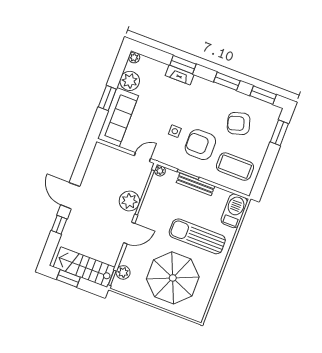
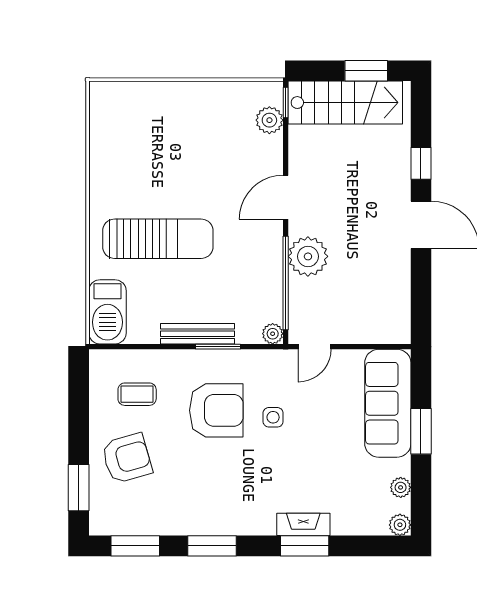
plant: (130, 81) -> (401, 487), width x0.53, depth x0.53
armchair: (239, 123) -> (127, 458), moved
coffee table: (235, 167) -> (137, 394), width x0.54, depth x0.58
parasol: (173, 278) -> (174, 145), removed

